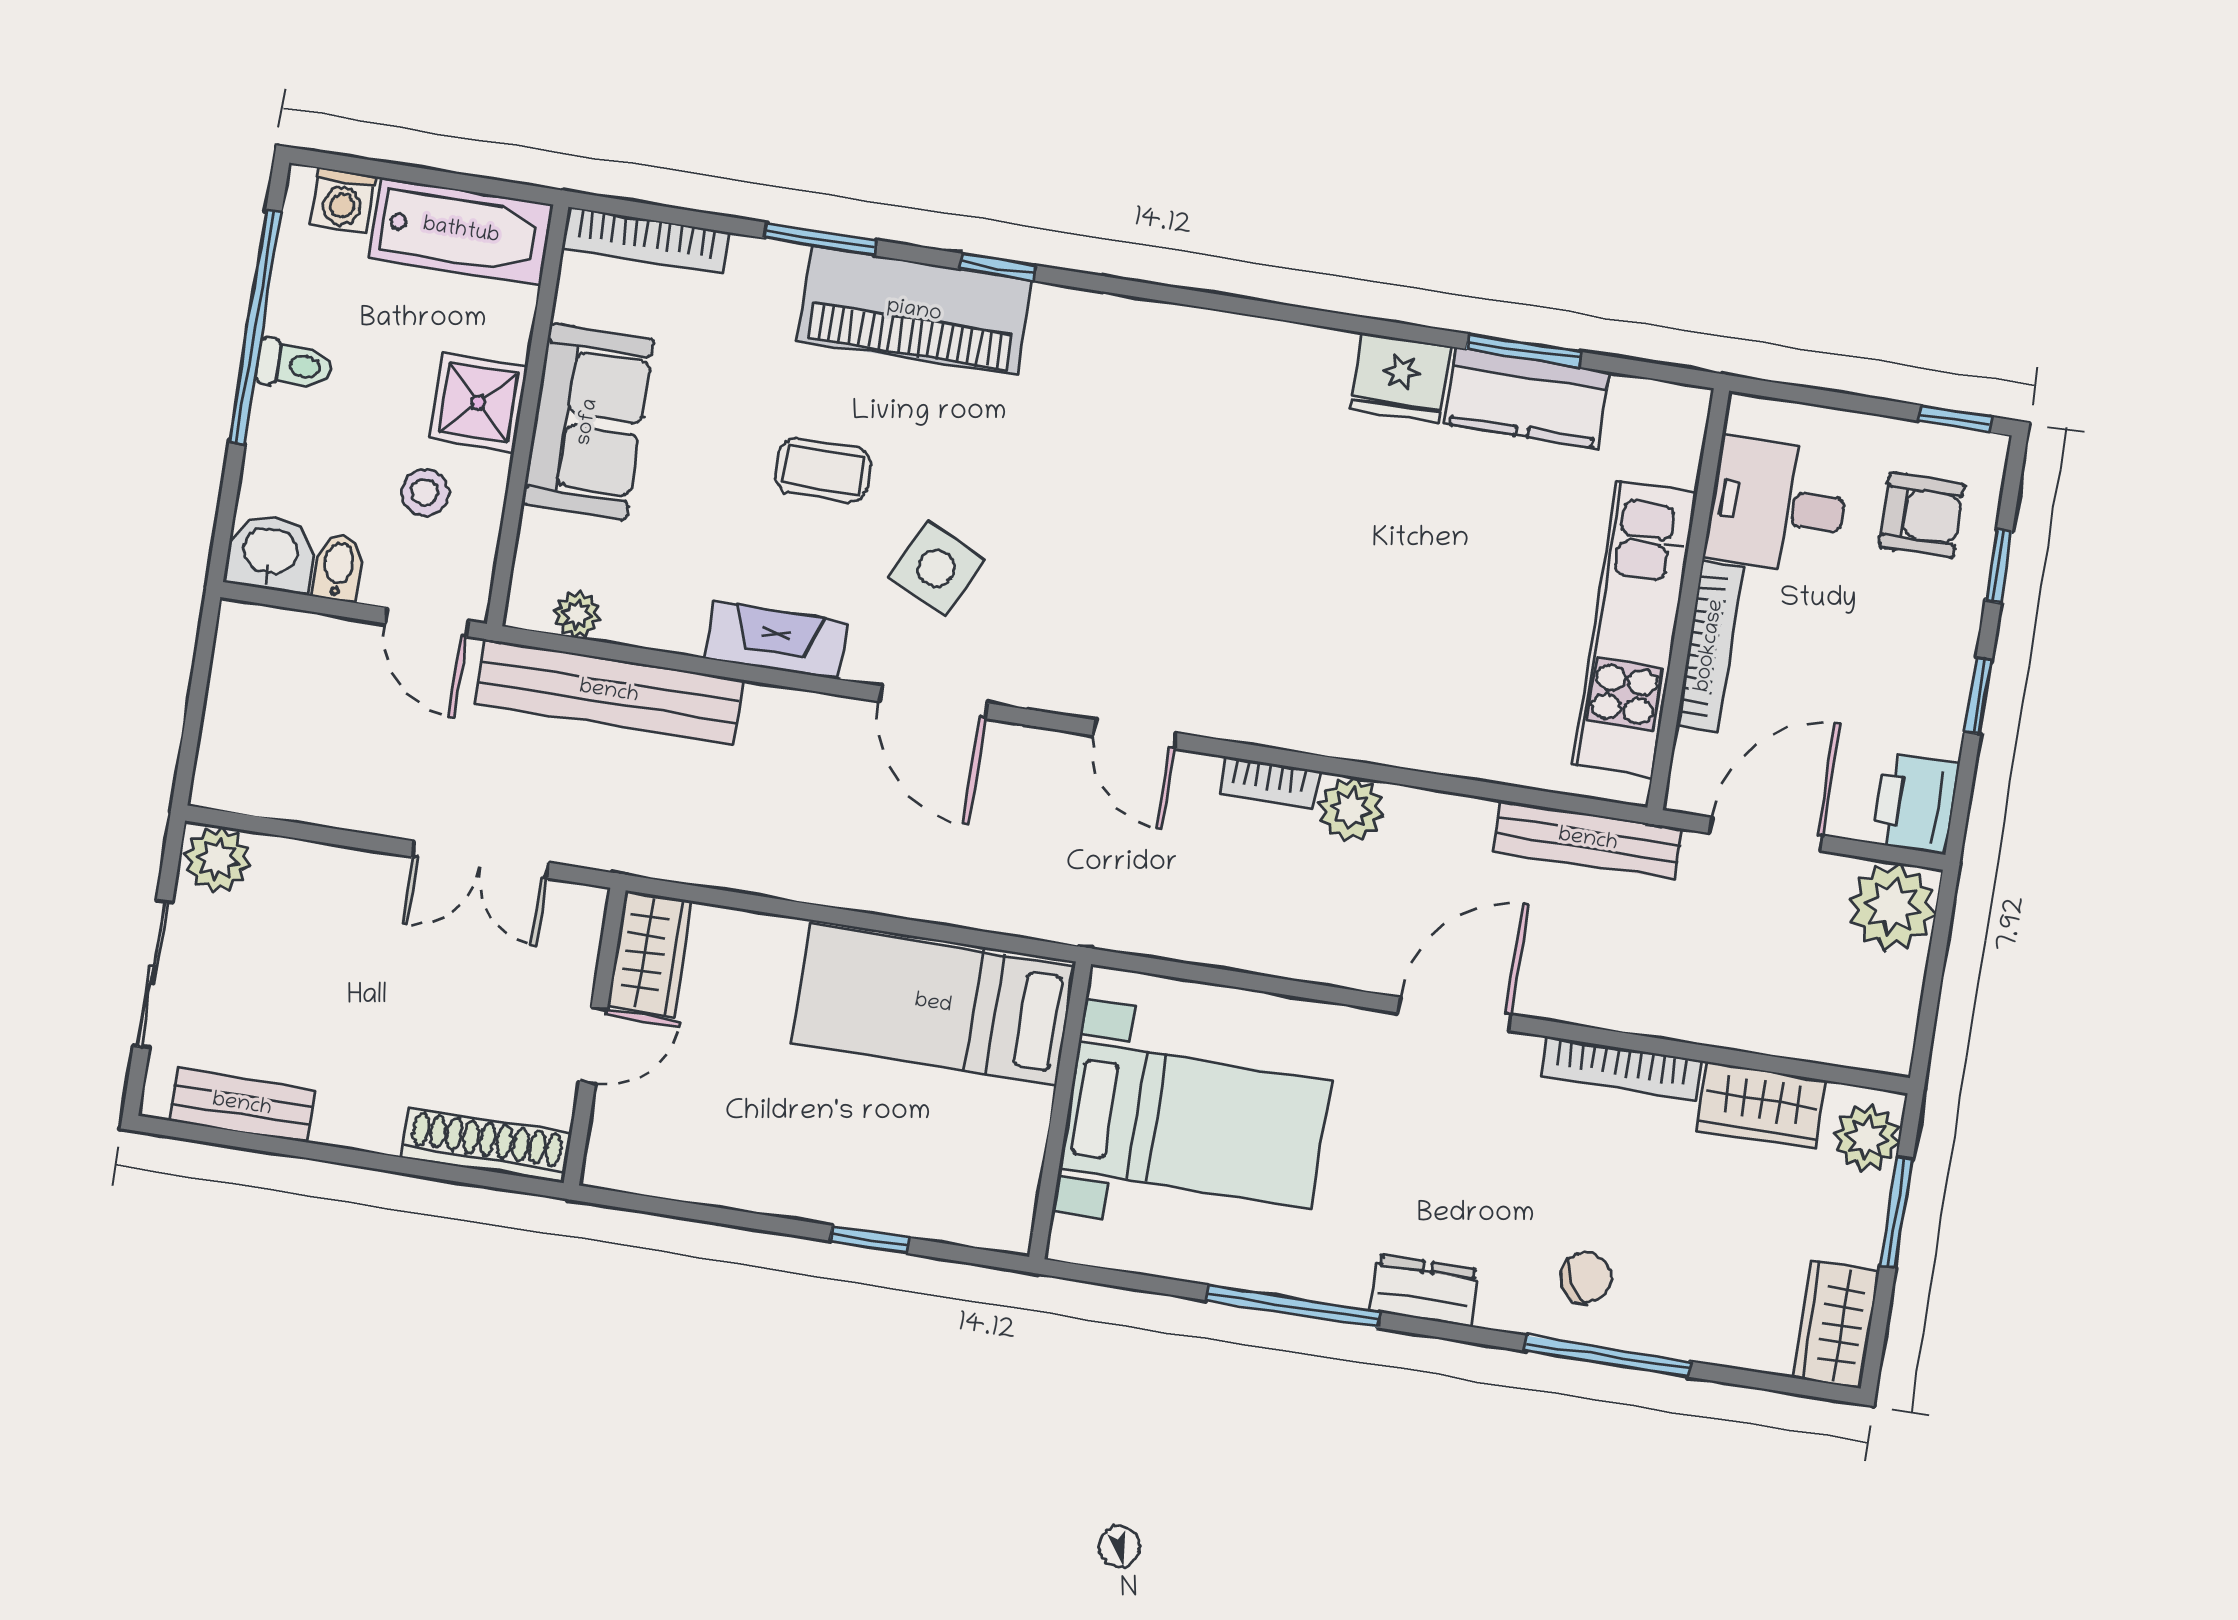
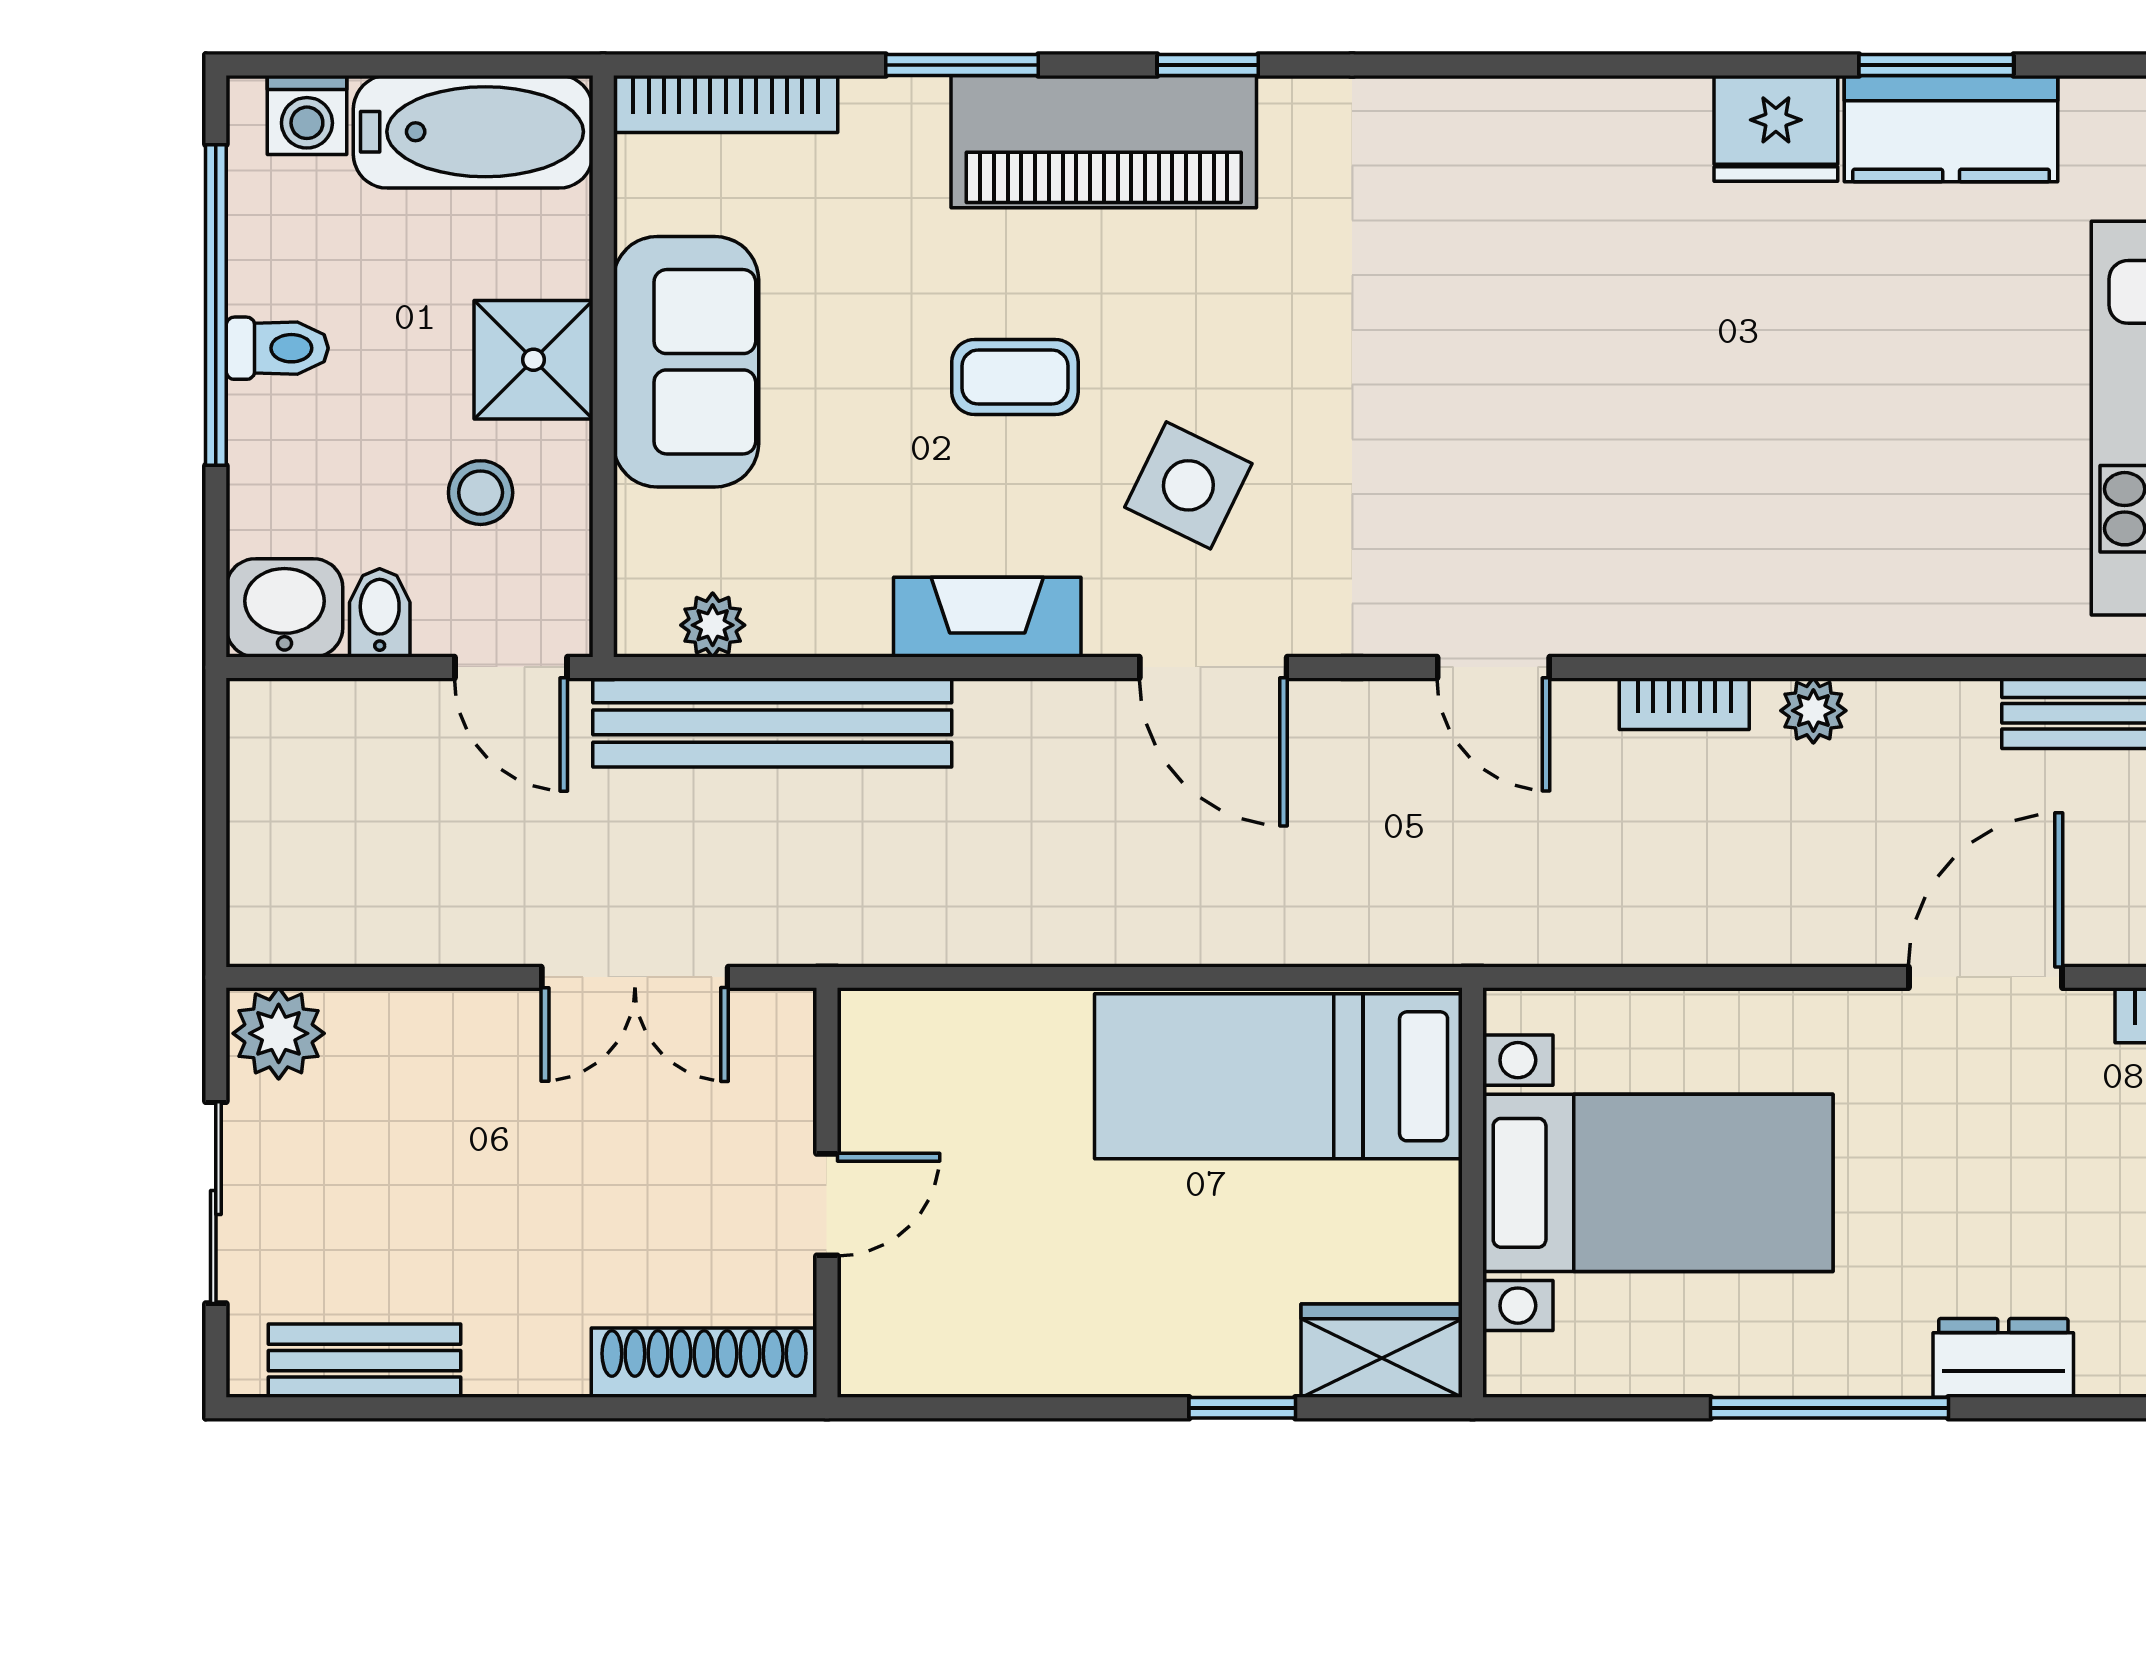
plant: (1351, 809) -> (1813, 711), width x0.73, depth x0.73
wardrobe: (650, 954) -> (1382, 1351), moved, turned -90

